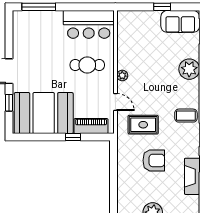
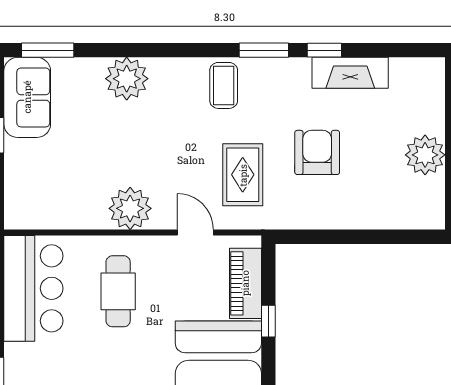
plant: (122, 75) -> (130, 208), width x1.88, depth x1.88
door: (115, 102) -> (195, 233), hinge flipped

